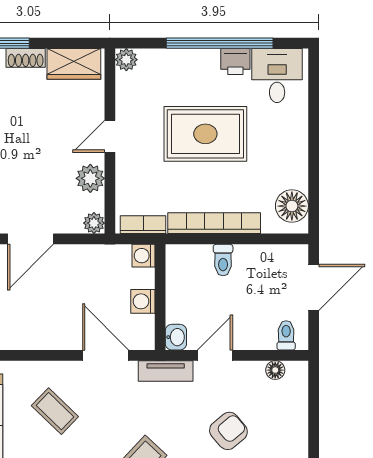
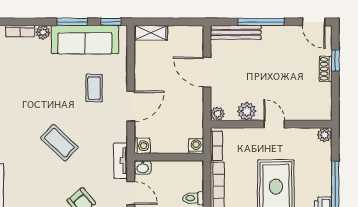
wardrobe: (74, 64) -> (322, 100), removed
washing machine: (143, 301) -> (142, 146), moved, turned 90
door: (106, 355) -> (131, 106), moved
coffee table: (55, 411) -> (94, 88), turned -44

